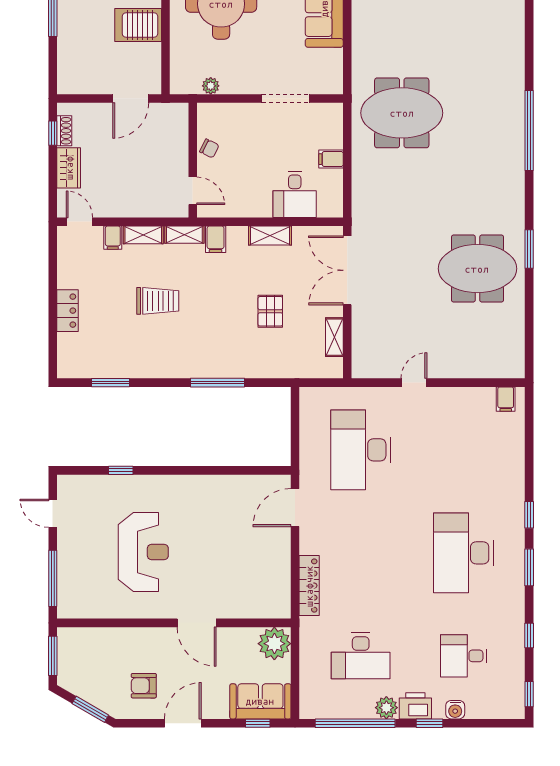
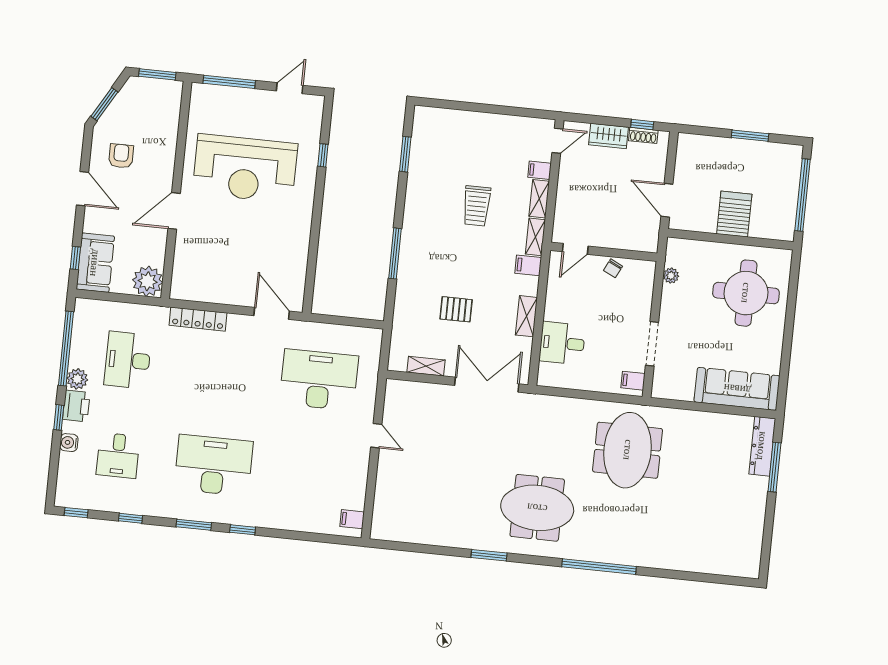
filing cabinet: (331, 159) -> (633, 381), moved, turned -90
meeting table: (477, 269) -> (537, 508), moved, turned 90
locker: (67, 311) -> (476, 121), removed
reception desk: (143, 552) -> (245, 168), width x1.36, depth x1.30
desk: (464, 656) -> (118, 455), turned 180

